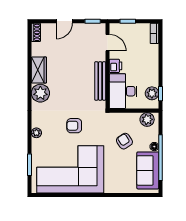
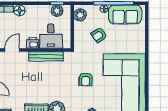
floor lamp: (152, 51) -> (19, 10), added
desk: (123, 91) -> (51, 36), width x0.73

